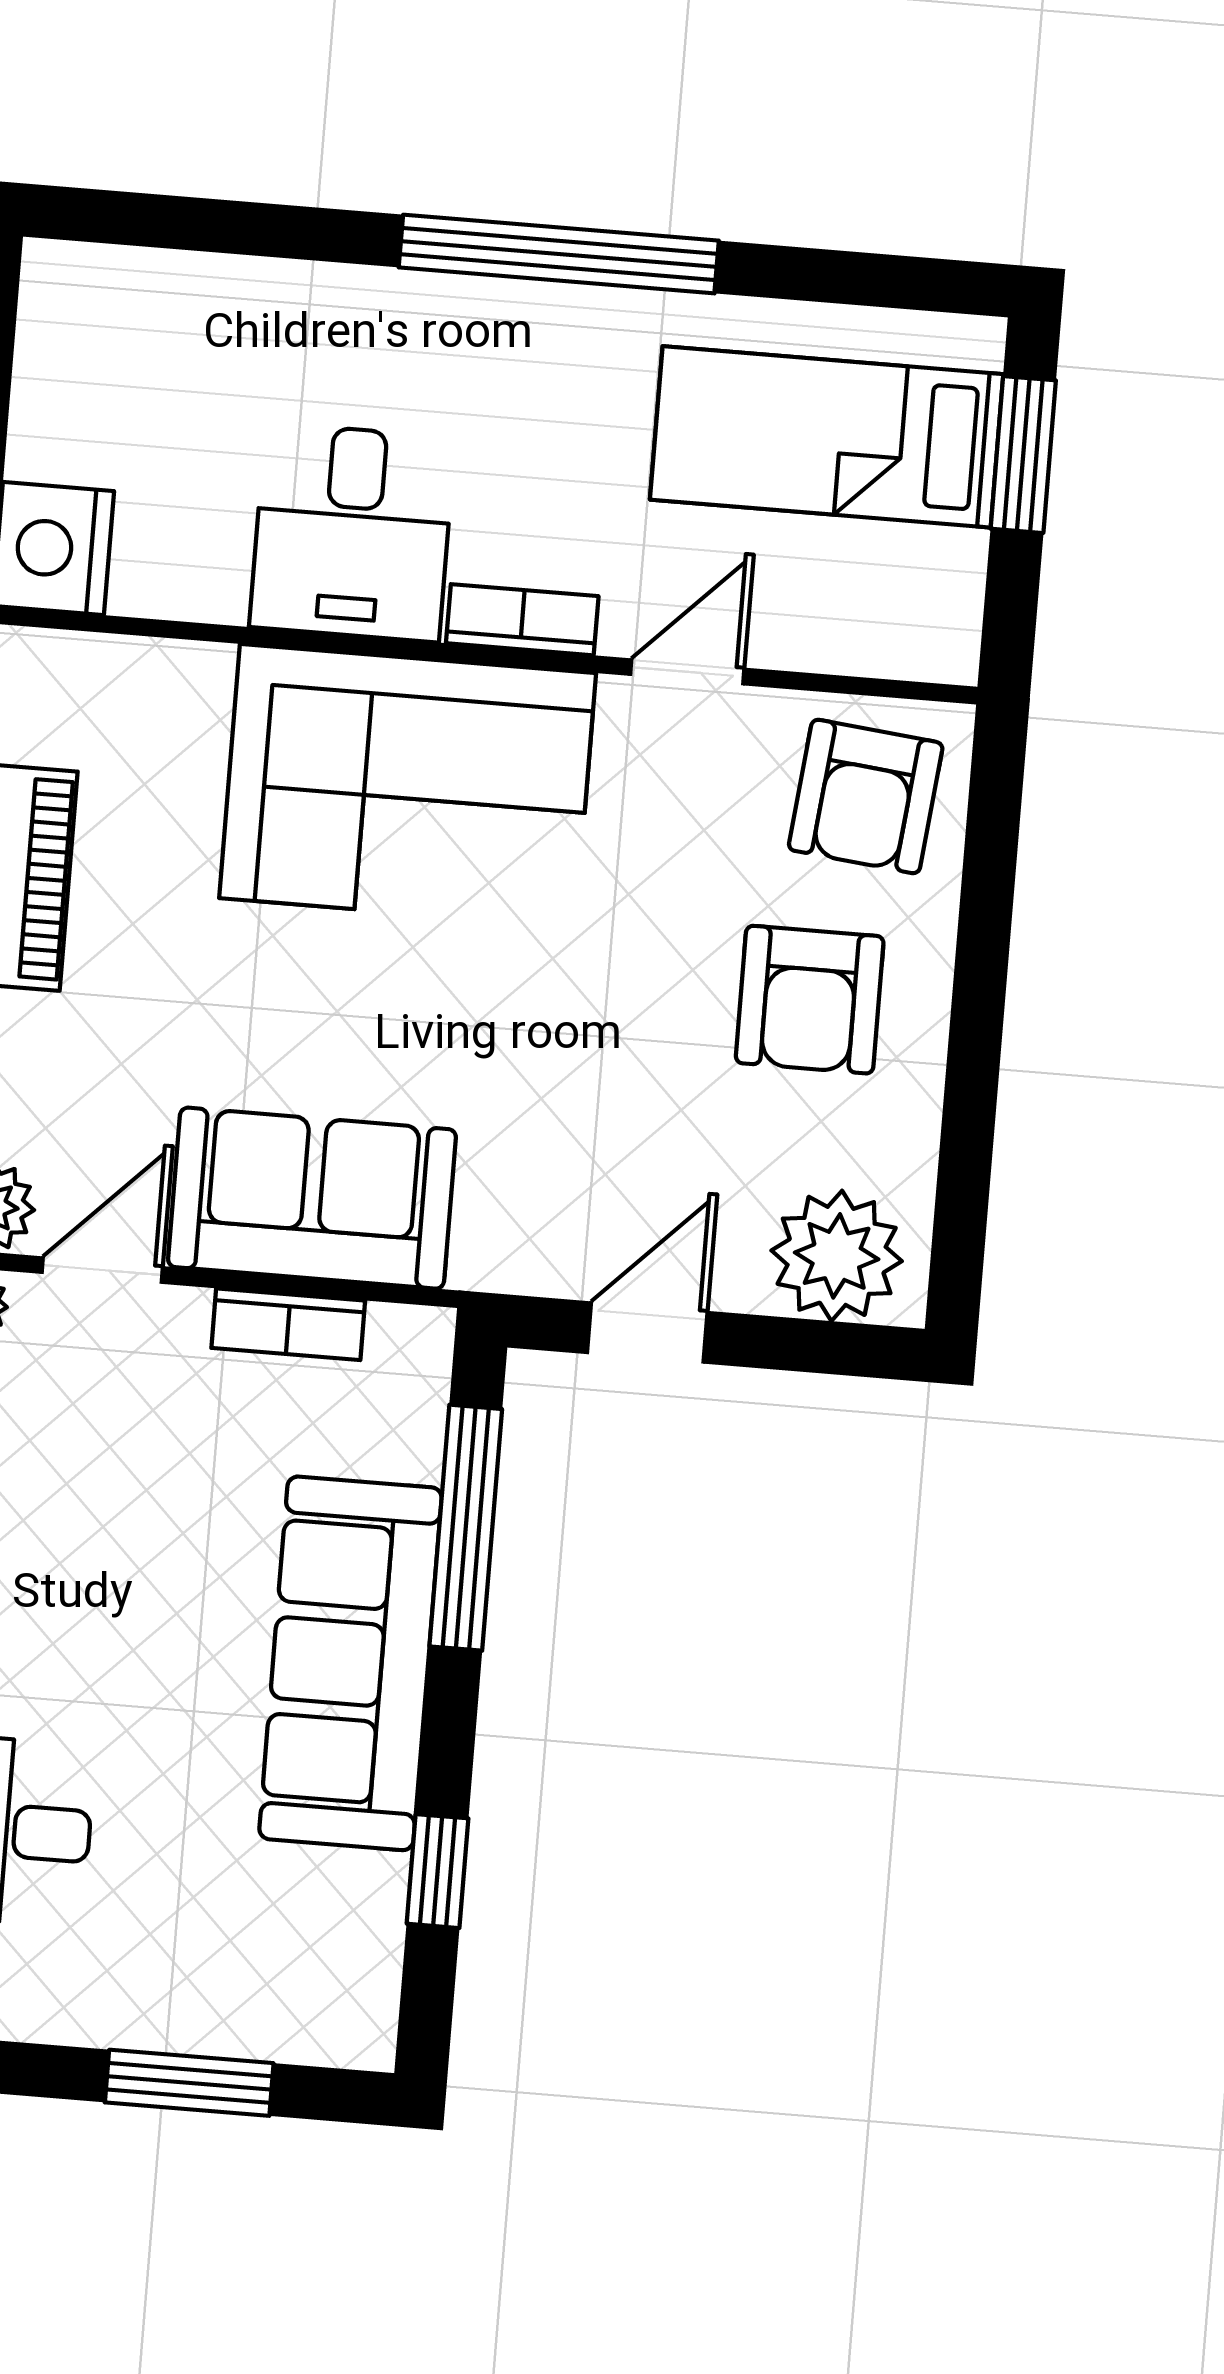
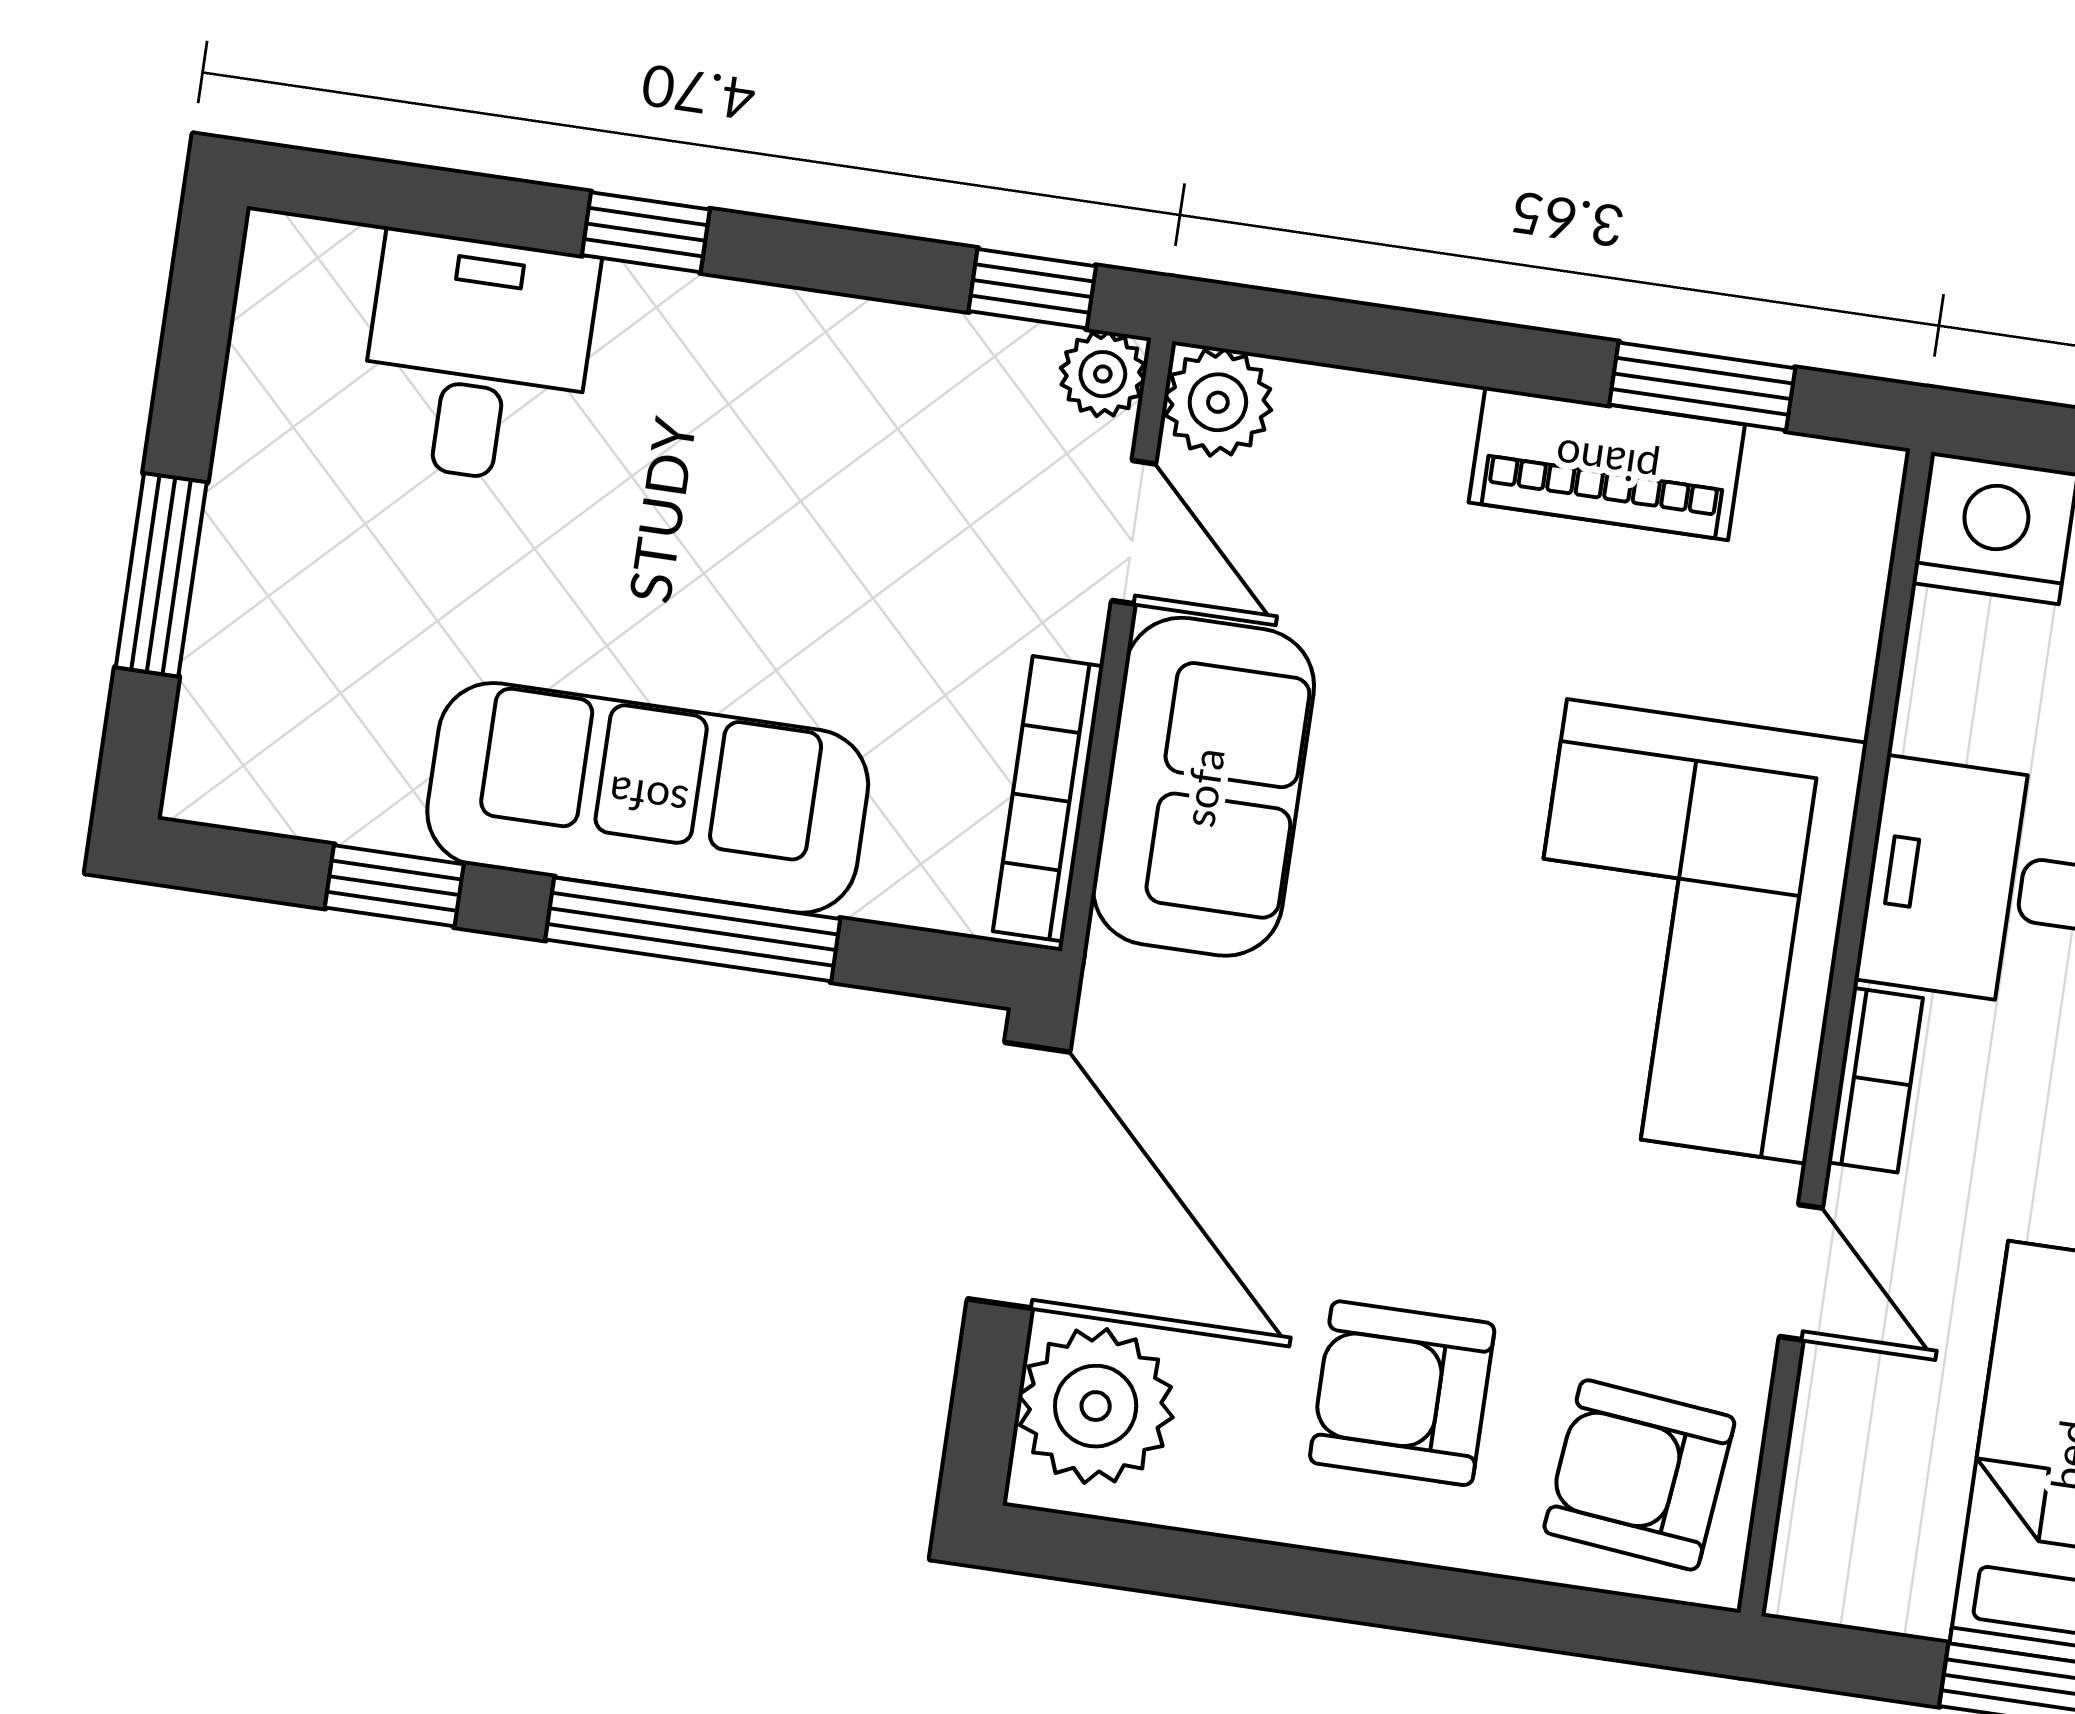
bookcase: (288, 1324) -> (1048, 799), width x1.56
door: (647, 1333) -> (1019, 1175), width x1.87
window: (466, 1528) -> (693, 929), moved

